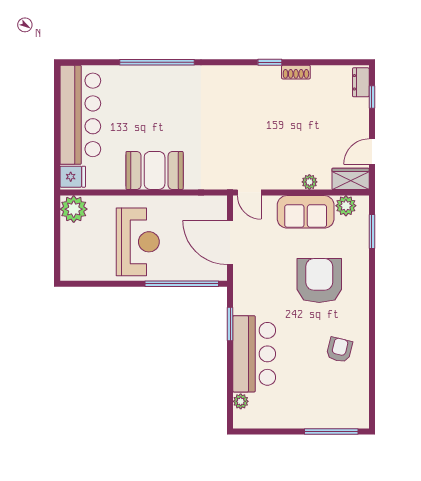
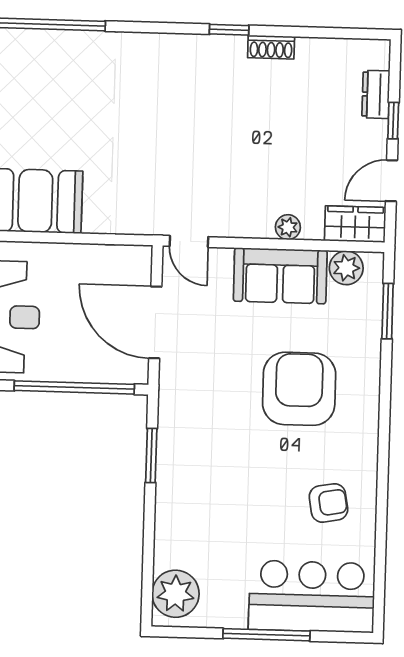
dresser: (361, 82) -> (376, 94), moved
window: (372, 97) -> (393, 121), moved
armchair: (339, 350) -> (328, 503), turned 66
bar counter: (254, 354) -> (312, 597), moved, turned -90
plant: (241, 401) -> (176, 594), width x1.88, depth x1.88
window: (331, 431) -> (266, 635), moved

